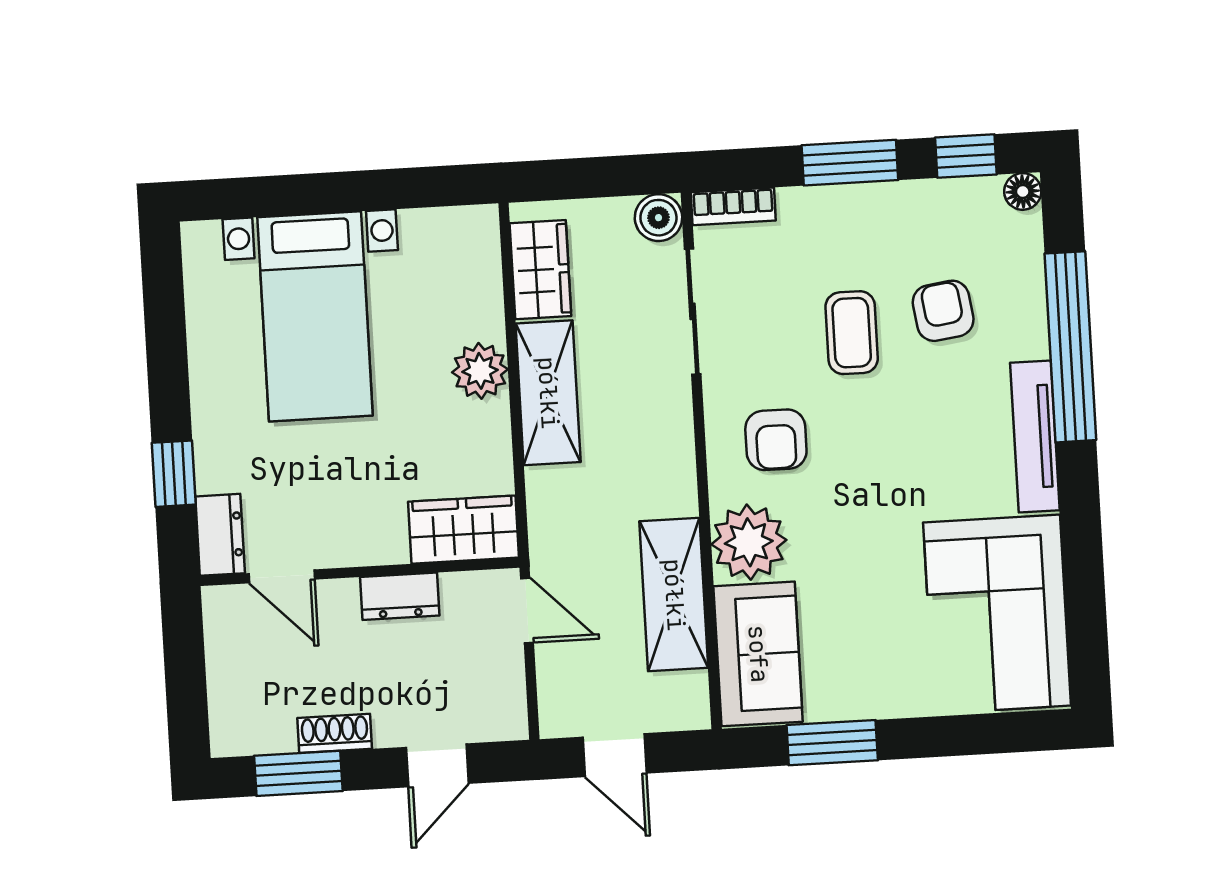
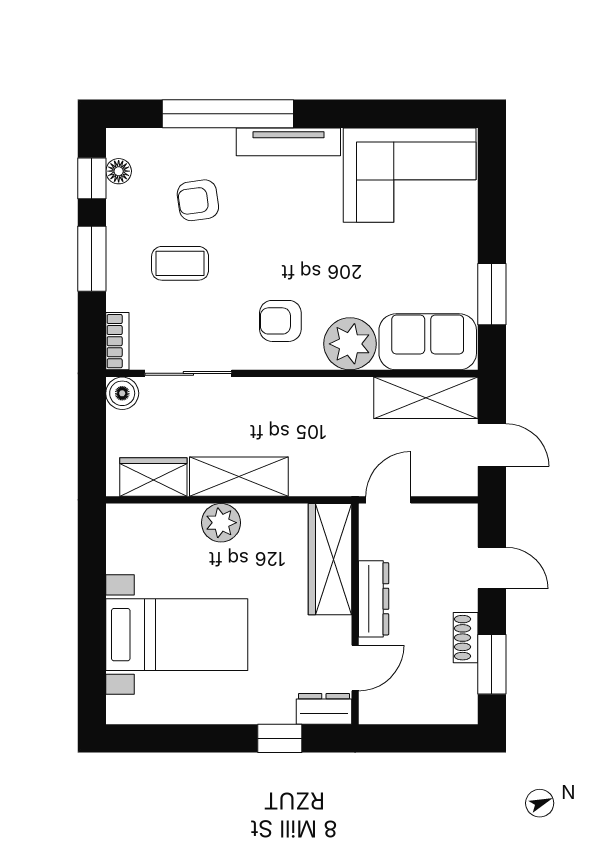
floor lamp: (1023, 191) -> (119, 171), moved
coffee table: (852, 333) -> (180, 263), moved
armchair: (776, 440) -> (280, 321), turned 180
wardrobe: (463, 530) -> (330, 559), width x1.50
shelving: (674, 595) -> (426, 398), moved
dresser: (400, 596) -> (374, 599), width x1.44
door: (615, 755) -> (492, 445), hinge flipped

